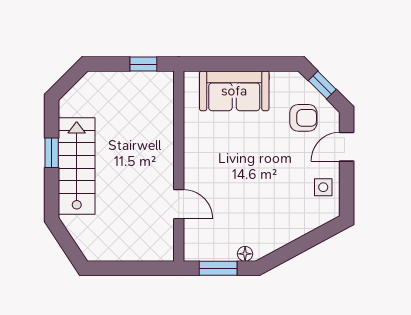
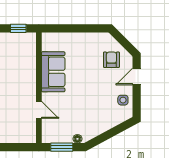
window: (322, 85) -> (122, 41), removed
sofa: (234, 91) -> (53, 72), moved, turned -90
armchair: (303, 118) -> (111, 60), turned -90

